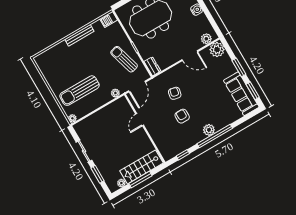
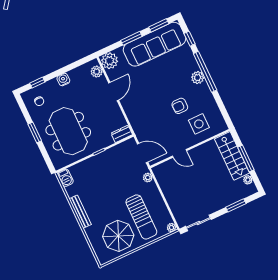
sun lounger: (124, 59) -> (111, 165), removed
parasol: (61, 71) -> (118, 236), added
armchair: (175, 93) -> (154, 112), removed
sofa: (241, 94) -> (155, 44), width x1.36, depth x1.27
side table: (168, 135) -> (199, 124), added
sliding door: (84, 151) -> (198, 223), moved
window: (183, 155) -> (190, 39), moved

